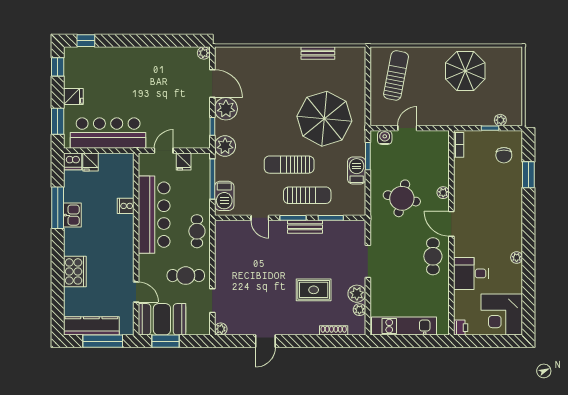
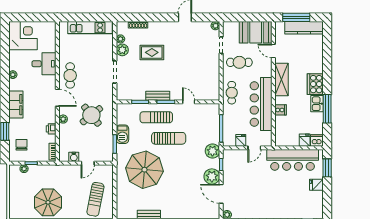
window: (58, 67) -> (327, 205), removed
water cooler: (385, 137) -> (74, 157), moved
barbecue: (224, 196) -> (213, 117), removed
round table: (402, 198) -> (91, 115), turned 38
filing cabinet: (512, 214) -> (16, 105), added
shelving: (124, 250) -> (281, 80), added
cooker: (75, 271) -> (315, 84), moved
printer: (461, 328) -> (51, 129), moved
window: (165, 341) -> (253, 17), removed

